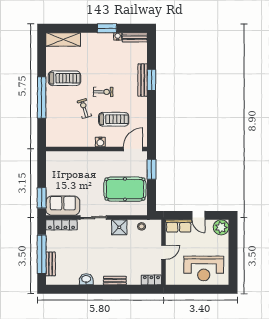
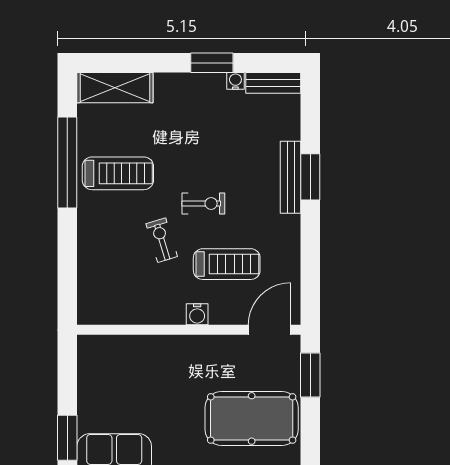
window: (42, 97) -> (67, 162), moved

